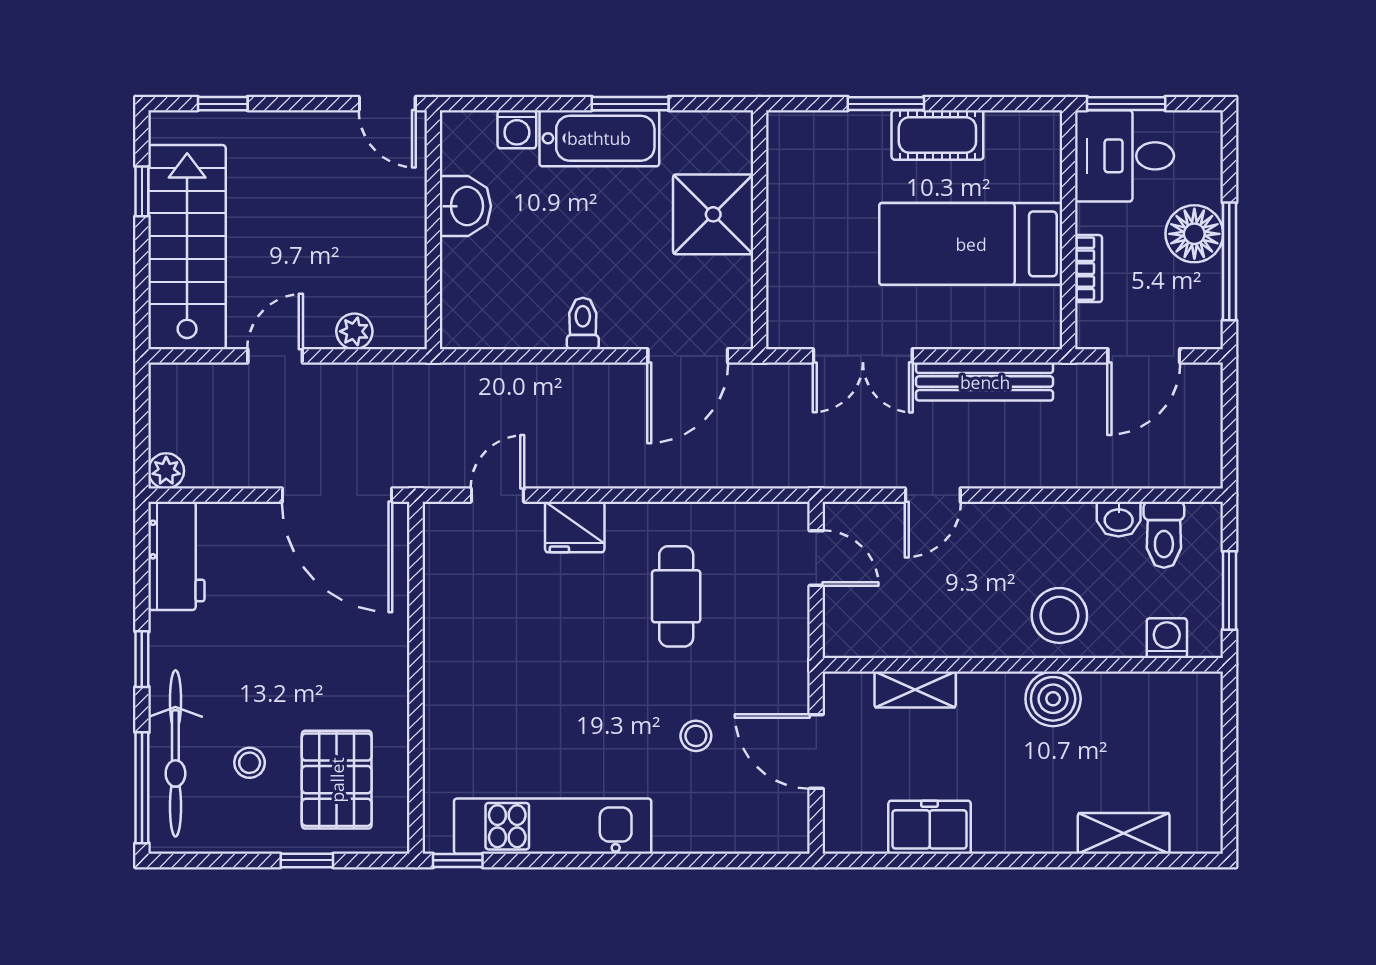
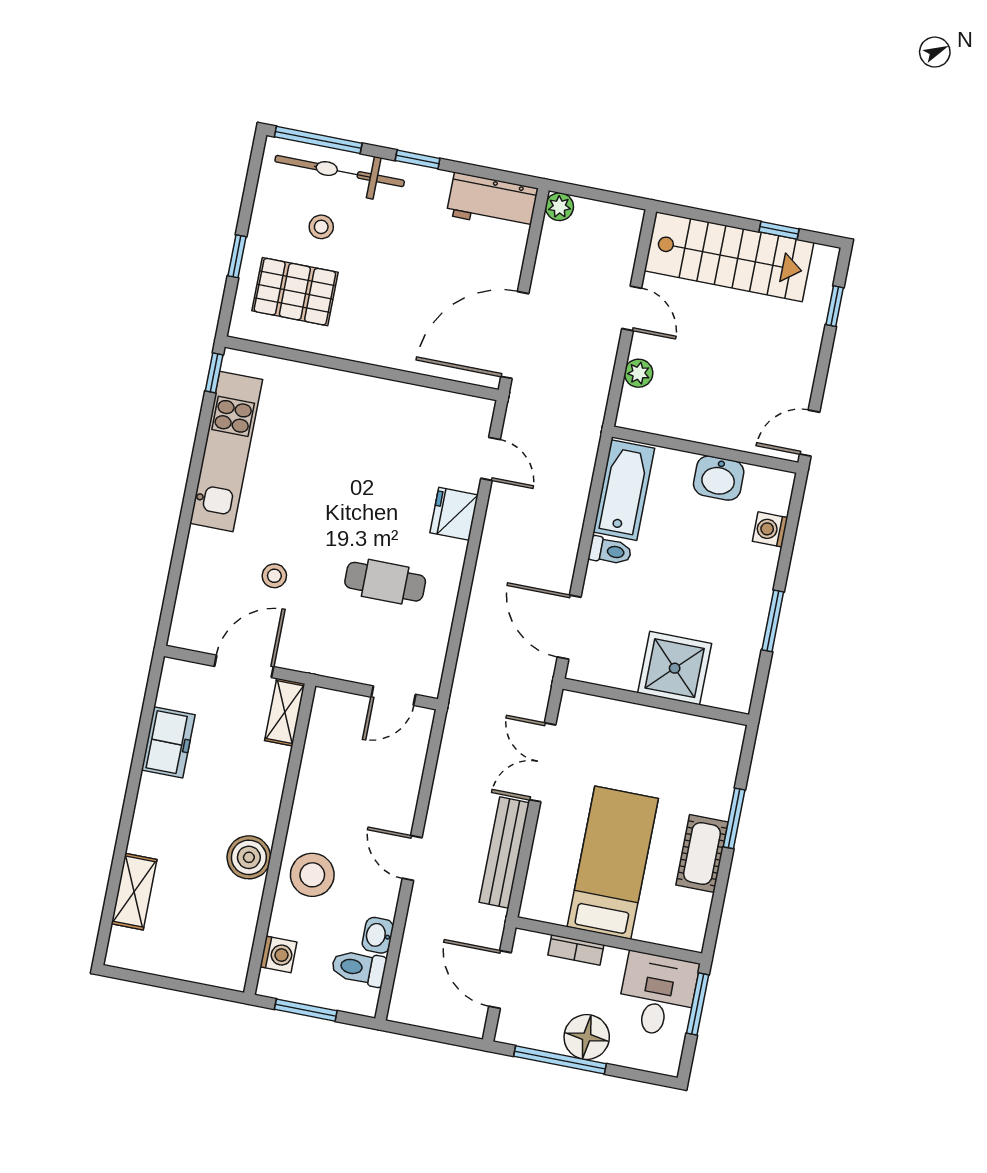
bathtub: (599, 138) -> (624, 490), moved, turned 180
door: (933, 495) -> (412, 858), moved
shelving: (915, 690) -> (285, 712), moved

